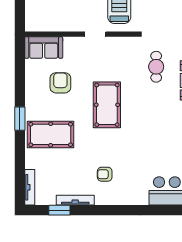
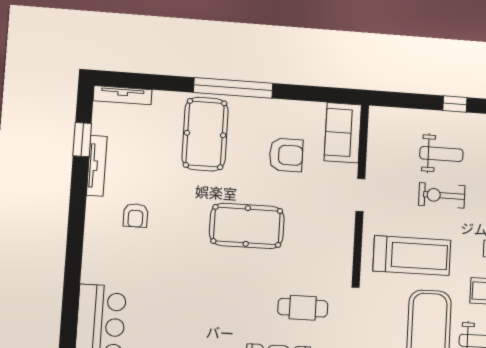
doorway: (95, 34) -> (360, 195), moved
window: (20, 119) -> (233, 88), width x2.11
armchair: (105, 174) -> (136, 215), turned 180

